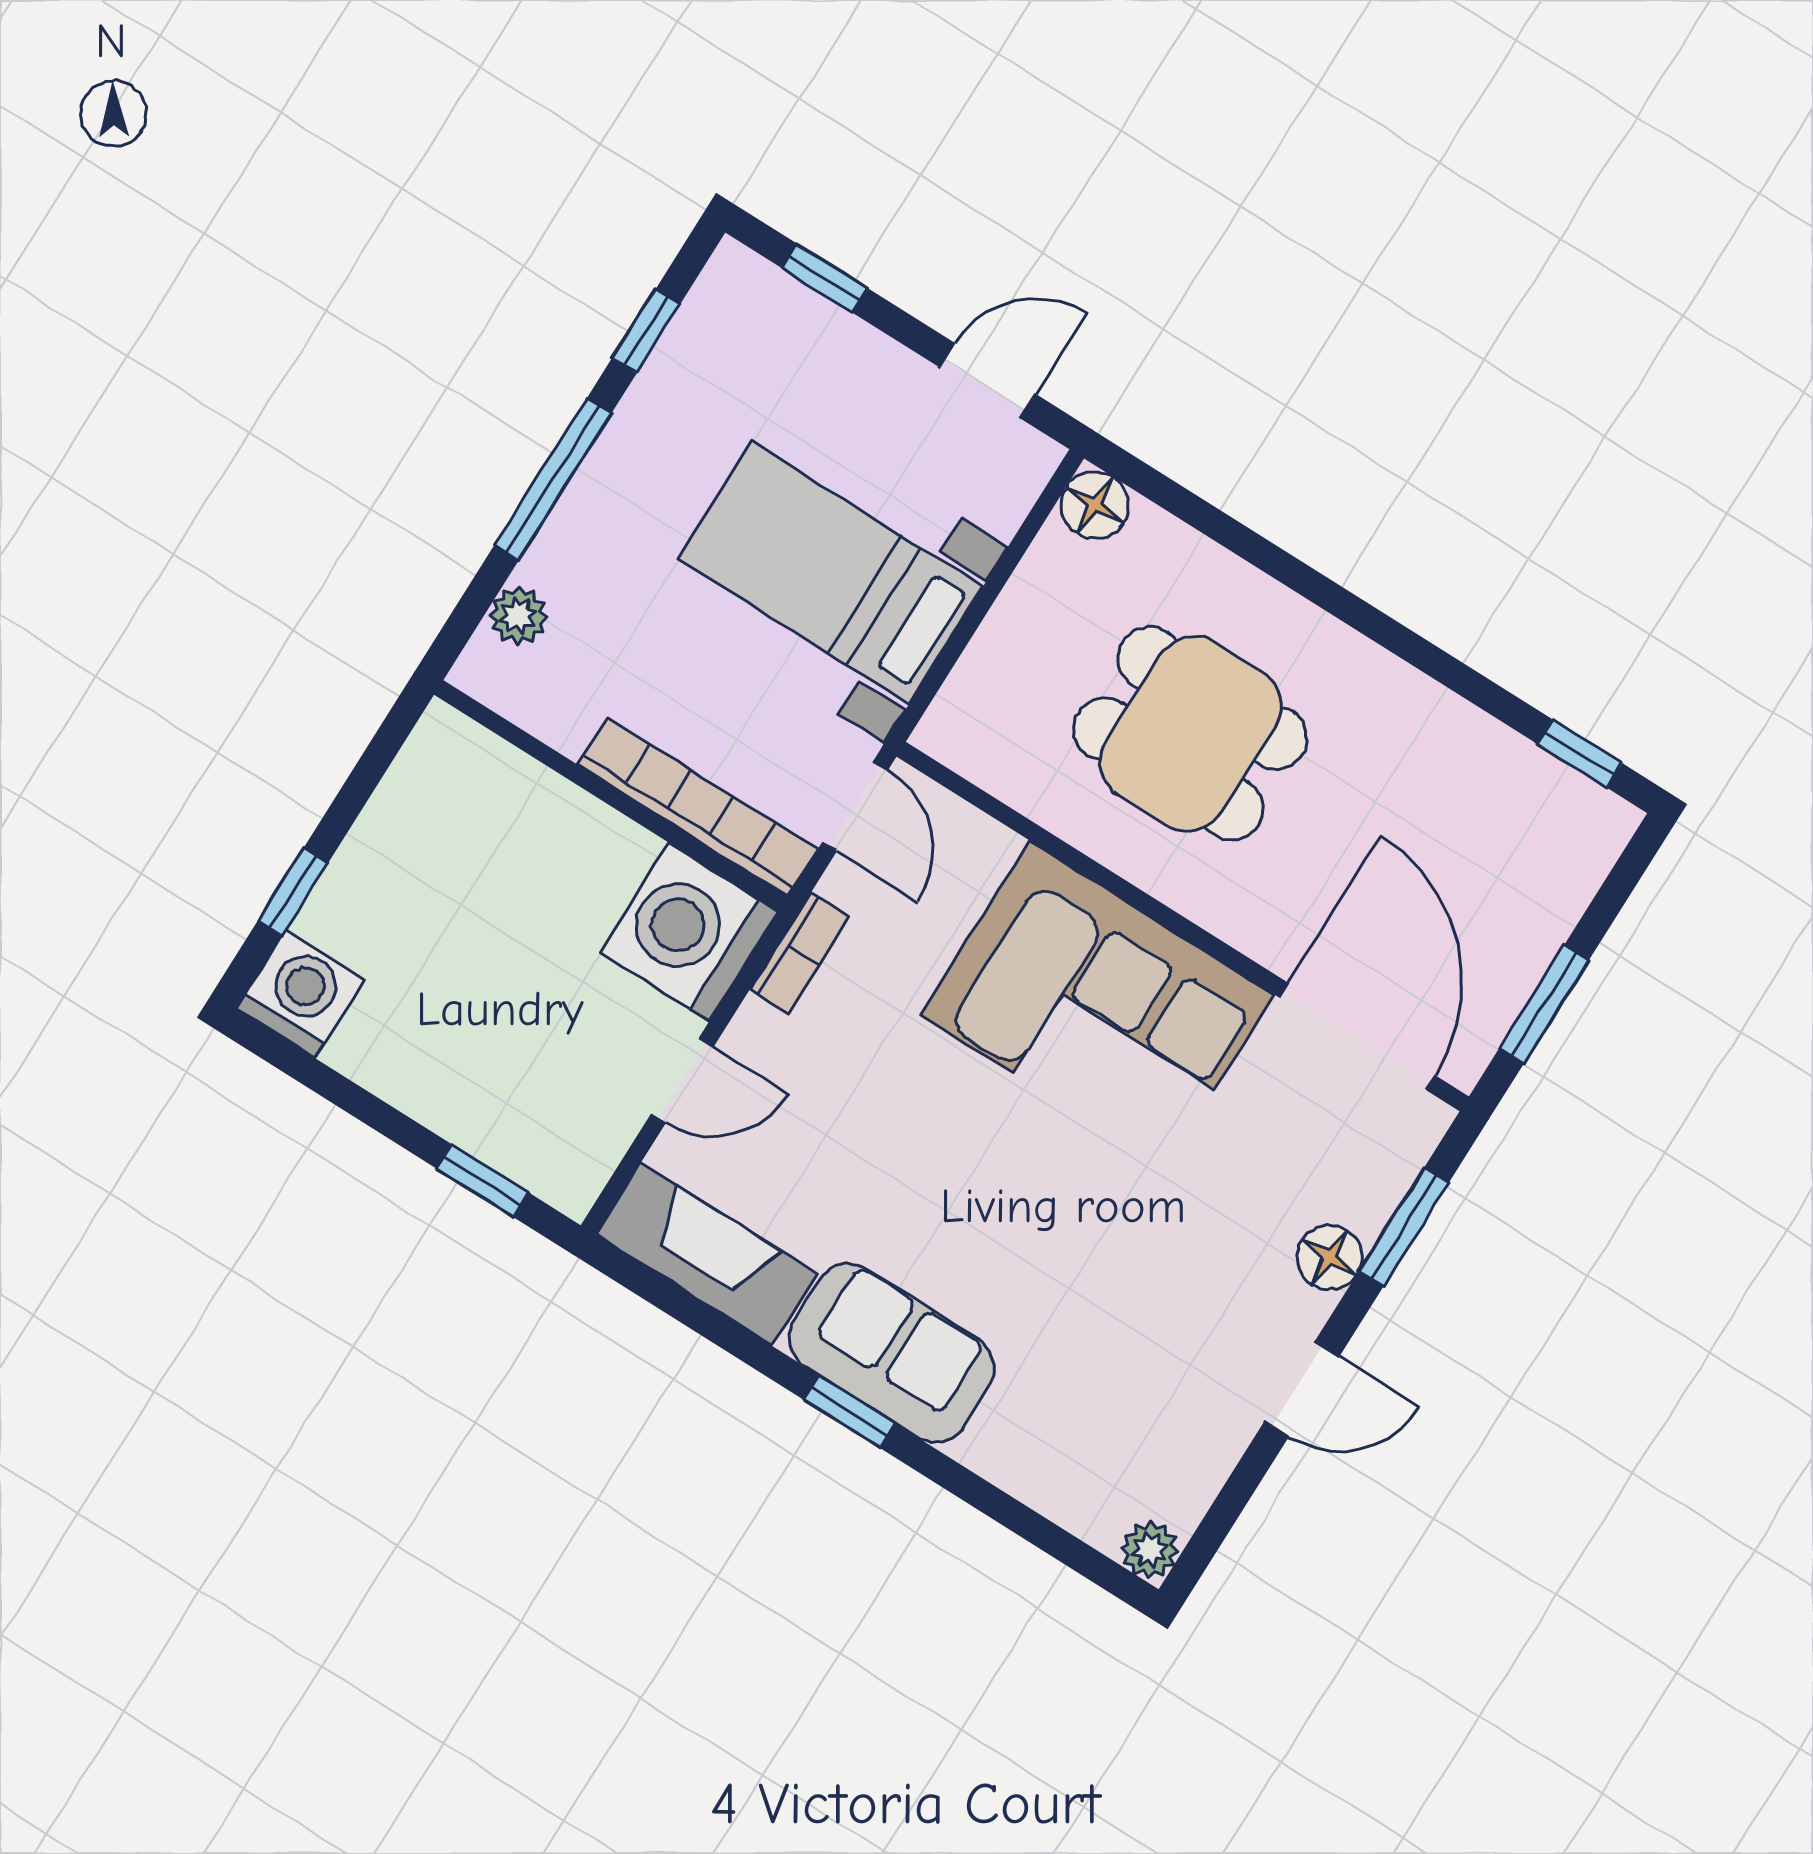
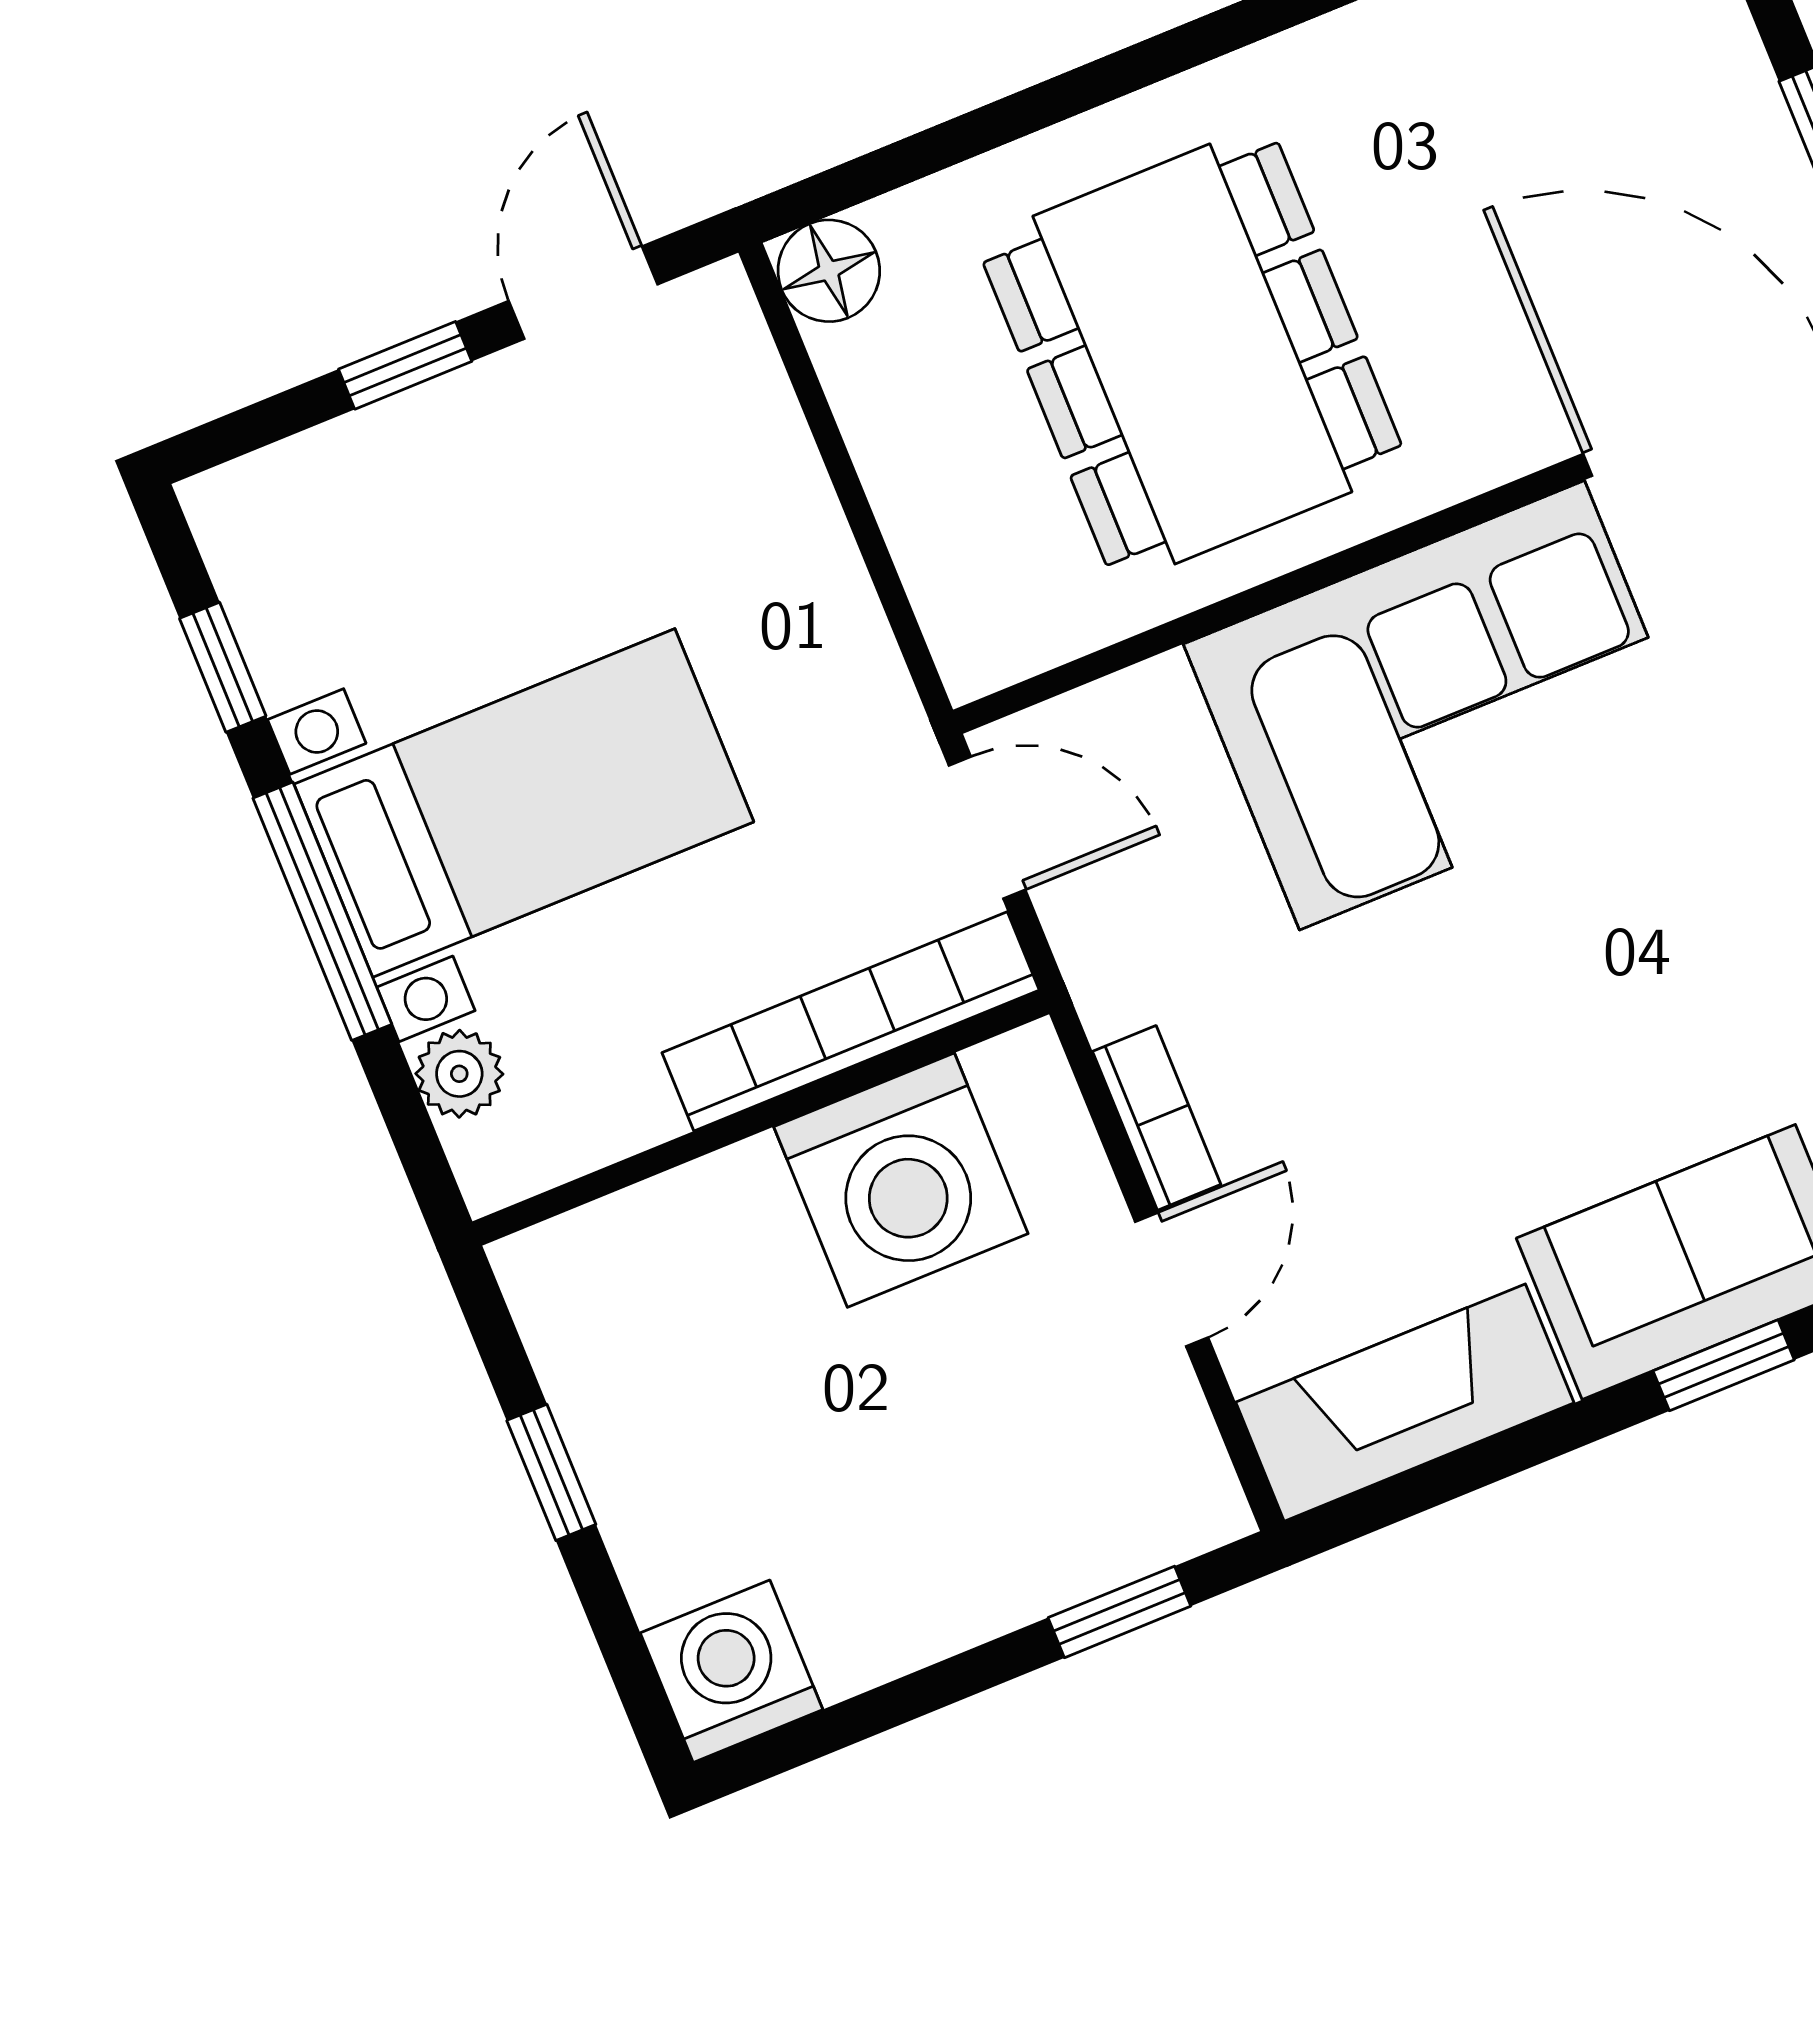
window: (824, 278) -> (405, 365), moved
bed with nightstands: (830, 573) -> (524, 803), moved, turned 180
dining table: (1190, 734) -> (1192, 354), width x1.38
window: (293, 892) -> (551, 1472), moved
washing machine: (689, 932) -> (901, 1180), moved, turned -90
bookcase: (800, 953) -> (1157, 1118), moved

